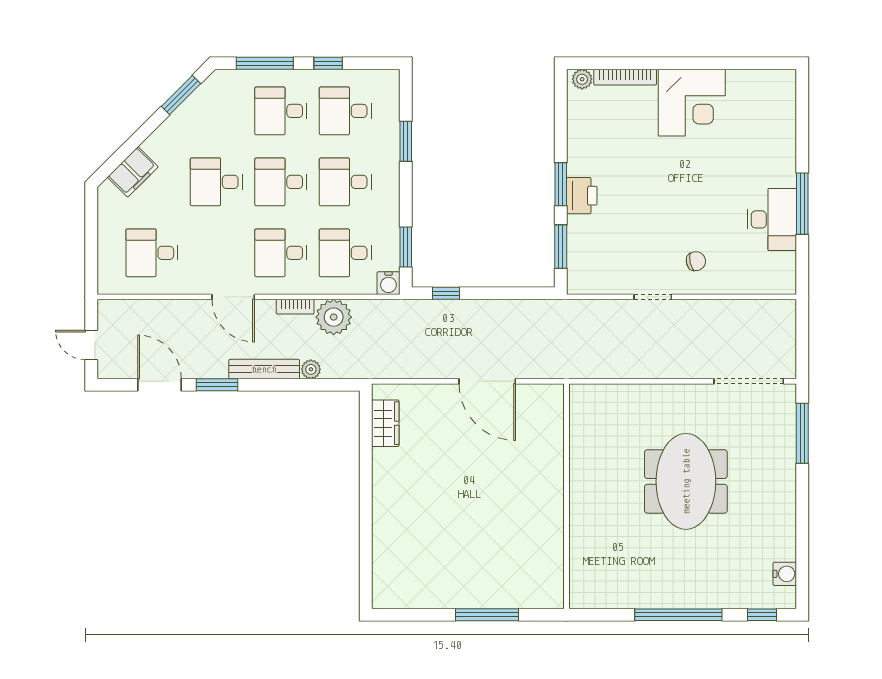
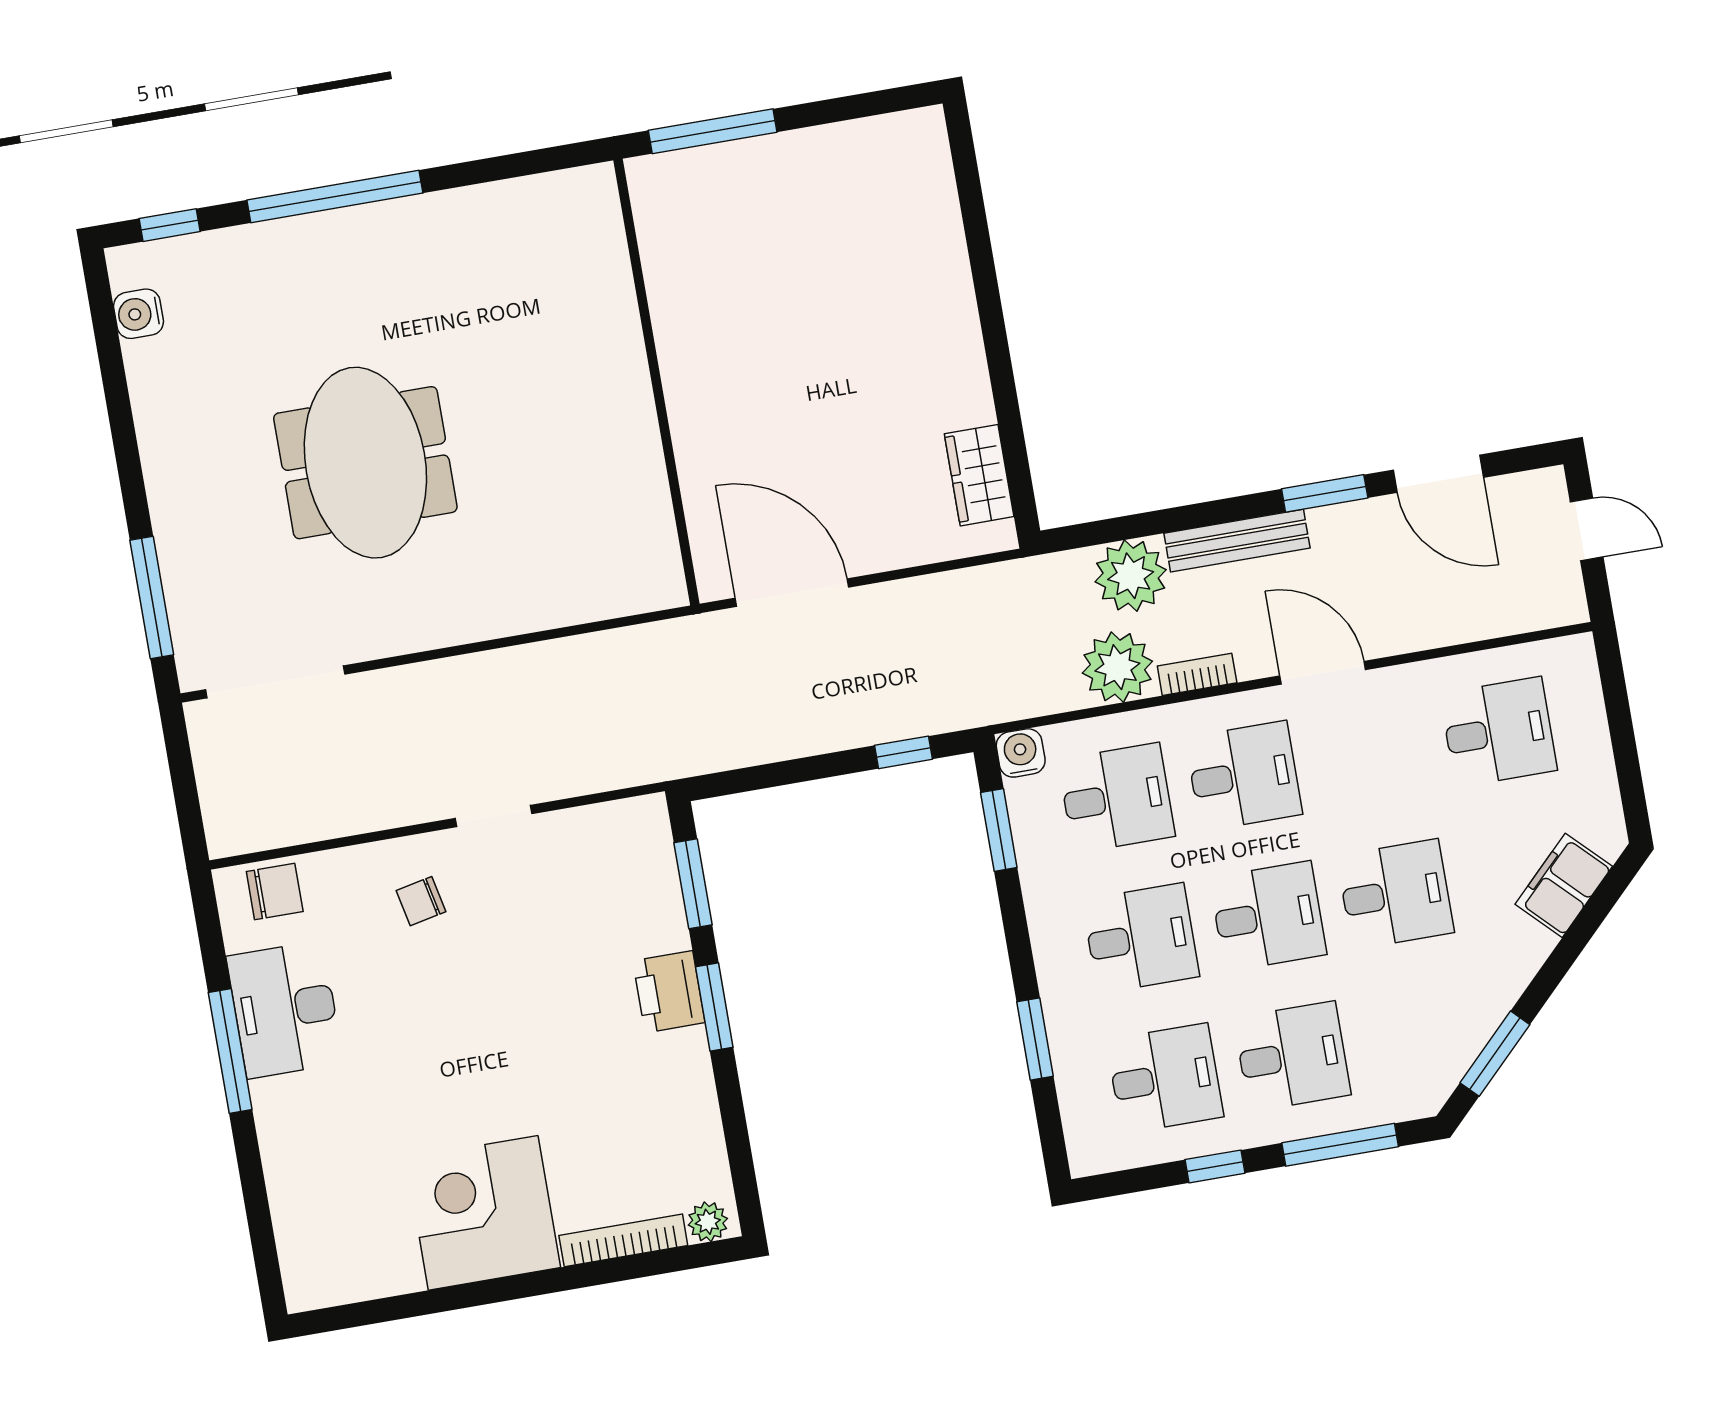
chair: (767, 278) -> (275, 892), added
plant: (311, 369) -> (1131, 576), width x1.88, depth x1.88
wall: (567, 496) -> (656, 382), moved

